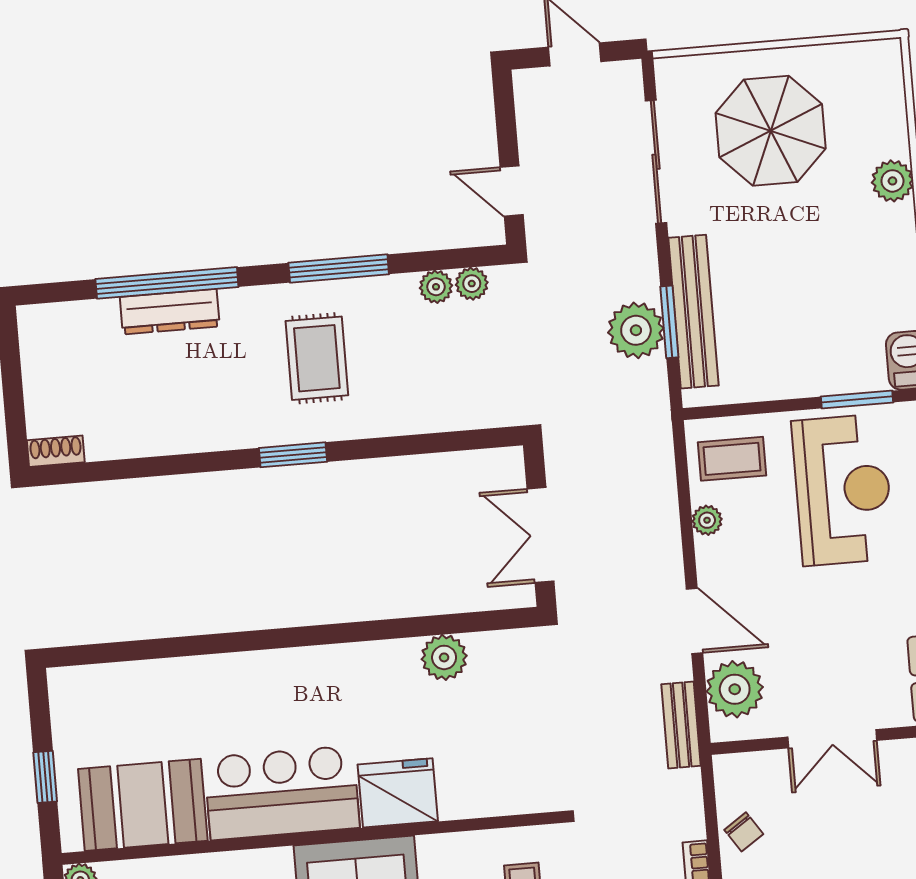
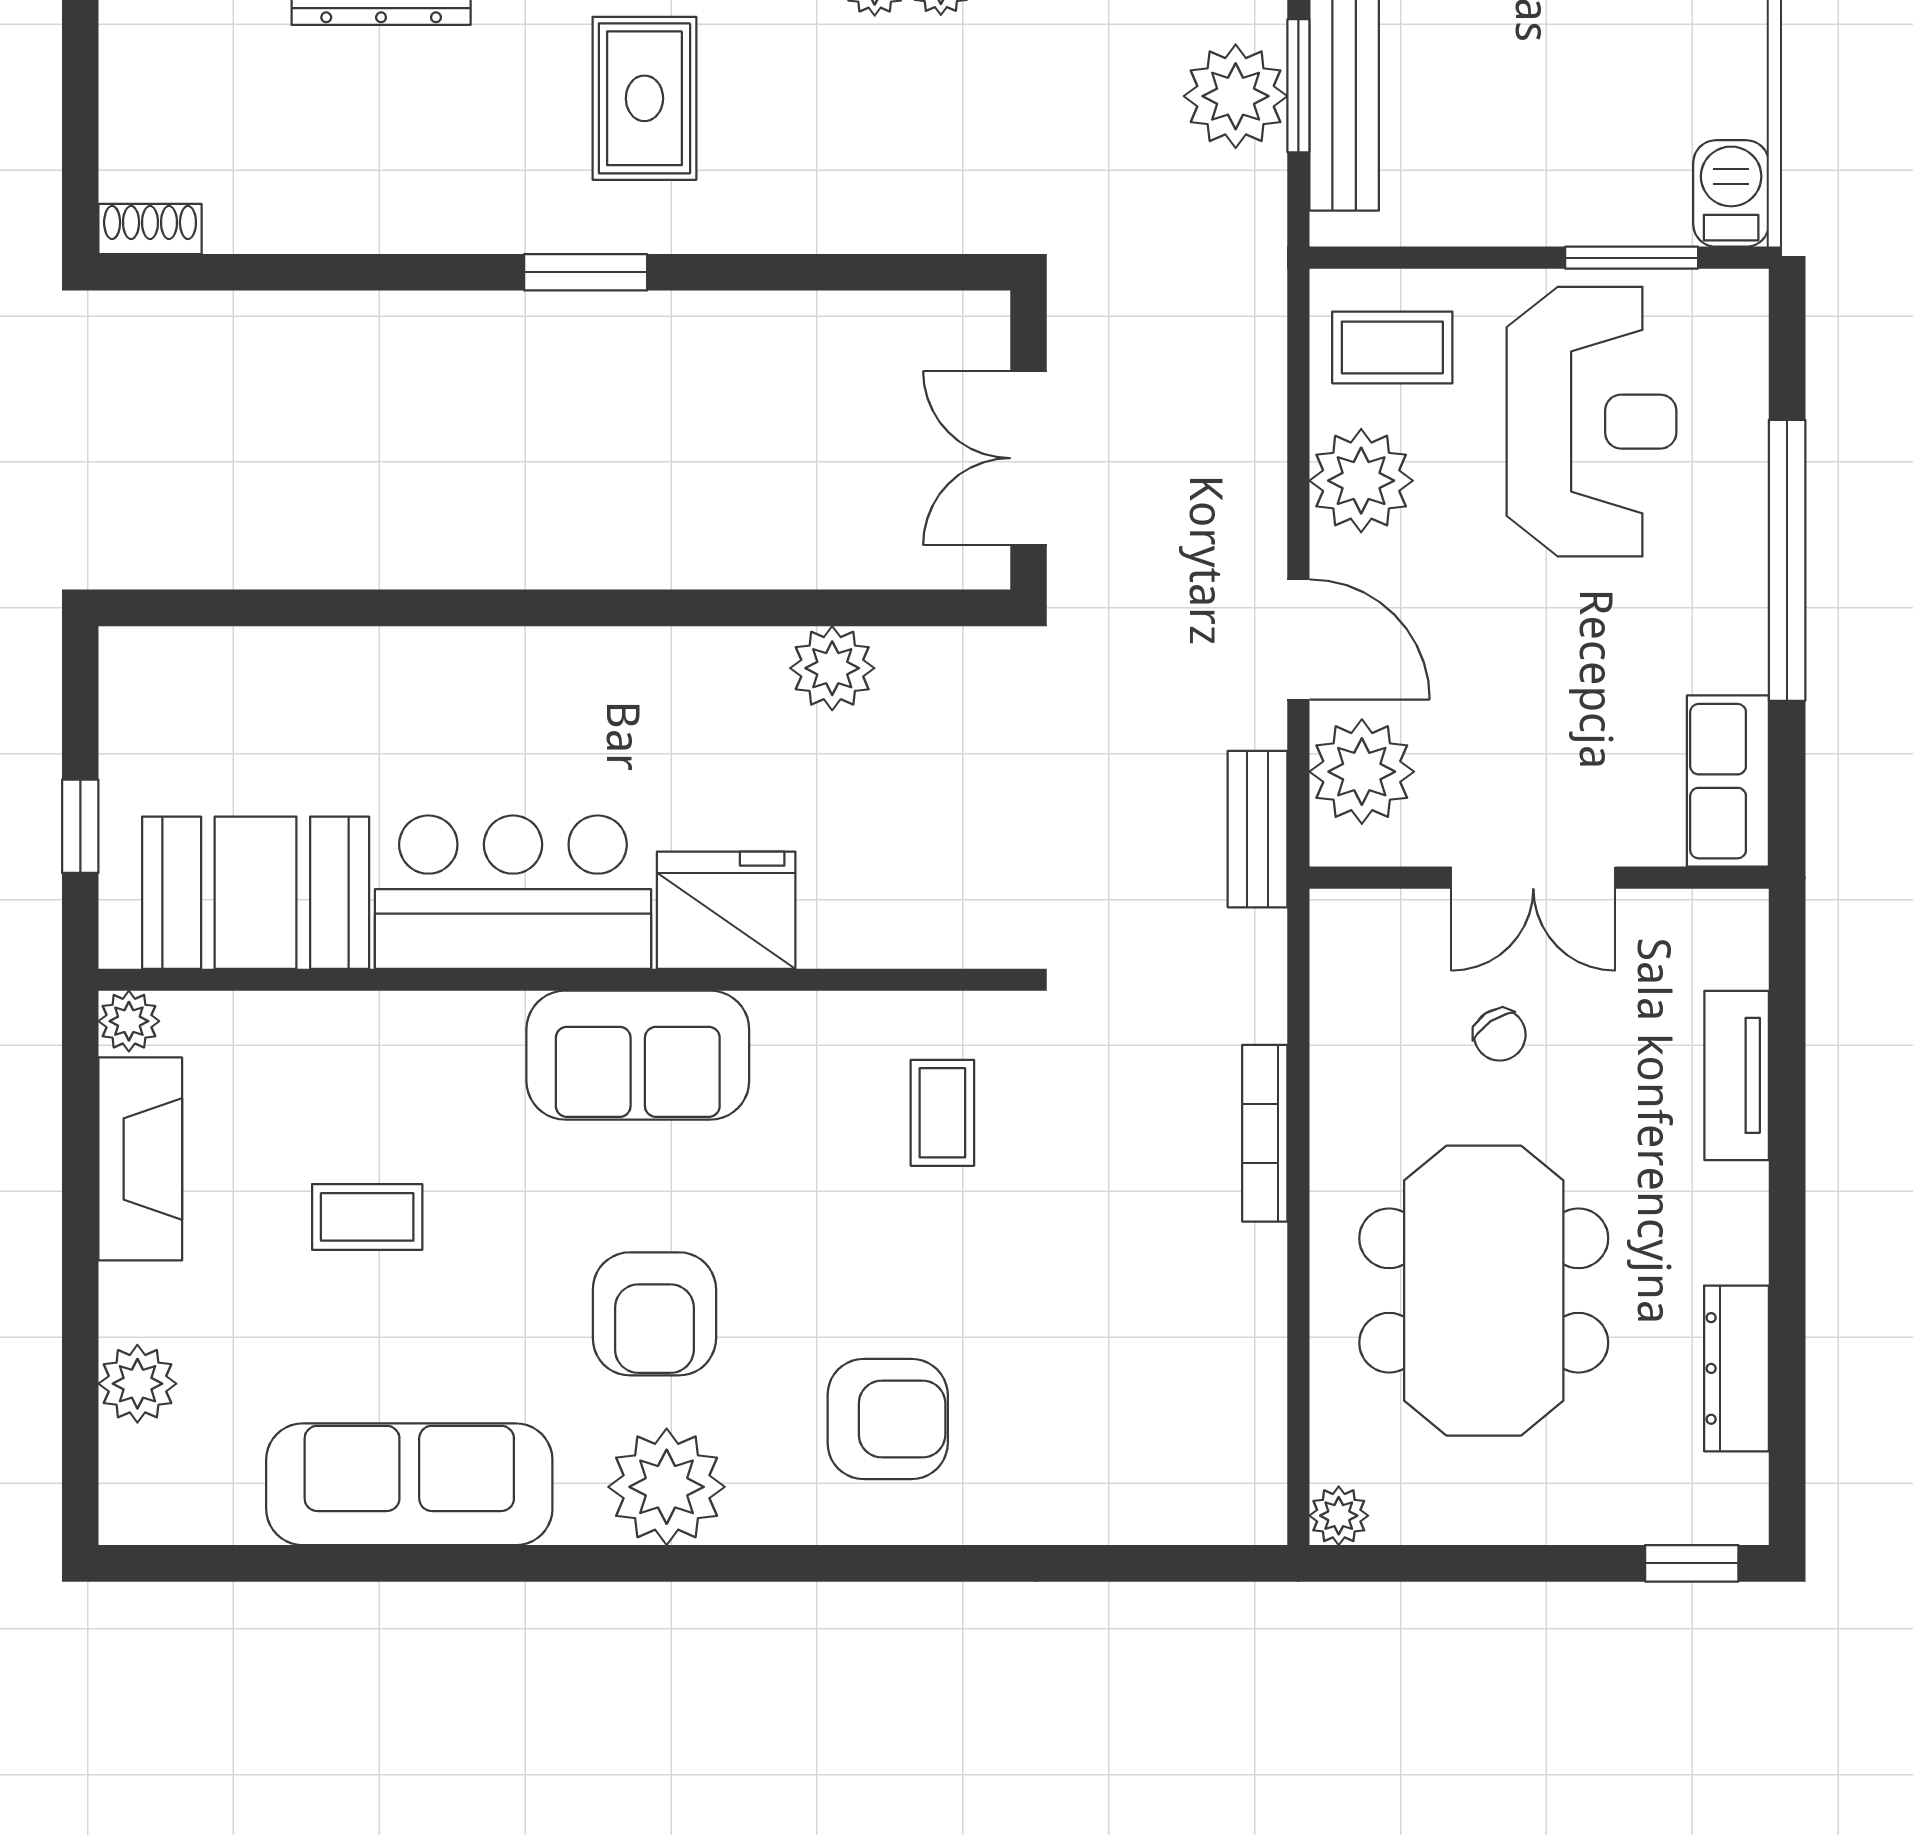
plant: (707, 520) -> (1361, 481), width x1.88, depth x1.88
chair: (744, 832) -> (1500, 1035), moved

